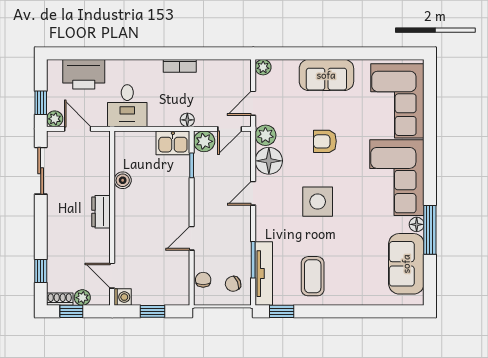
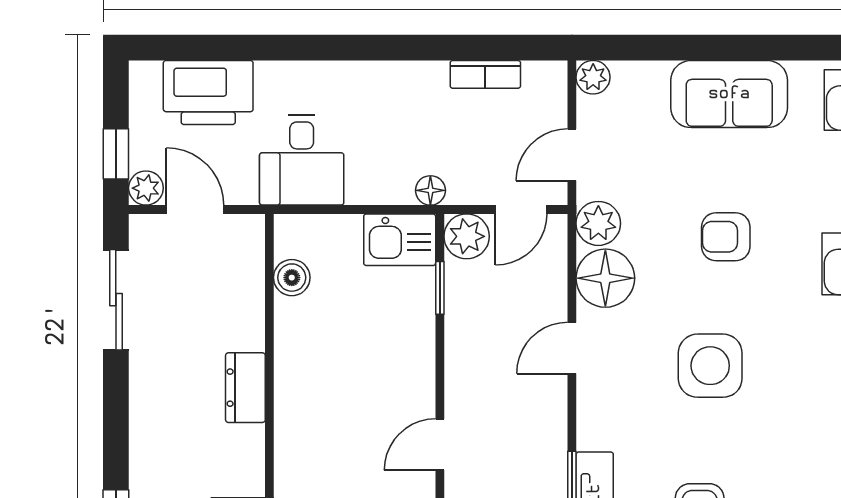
bookcase: (180, 66) -> (485, 74), moved
boiler: (123, 180) -> (292, 278), moved

